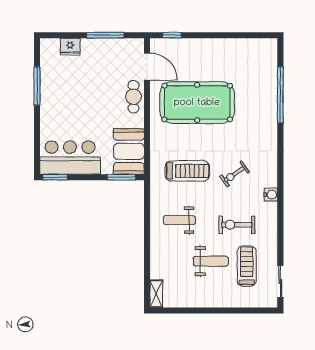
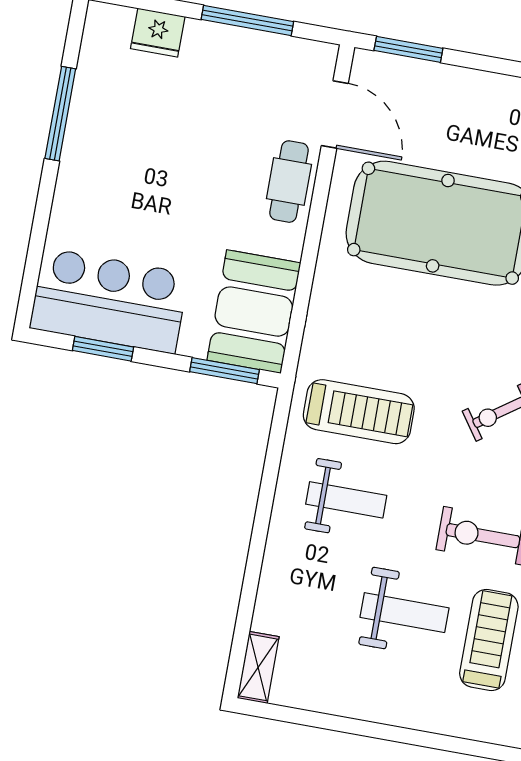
window: (172, 35) -> (408, 49), width x1.50
treadmill: (187, 171) -> (359, 412), moved
window: (55, 177) -> (103, 349), moved
weight bench: (179, 220) -> (346, 500), turned 180

